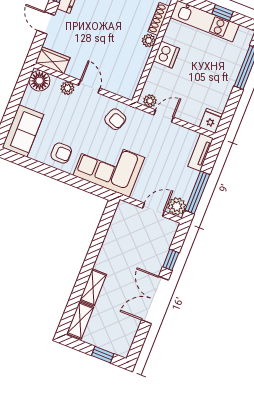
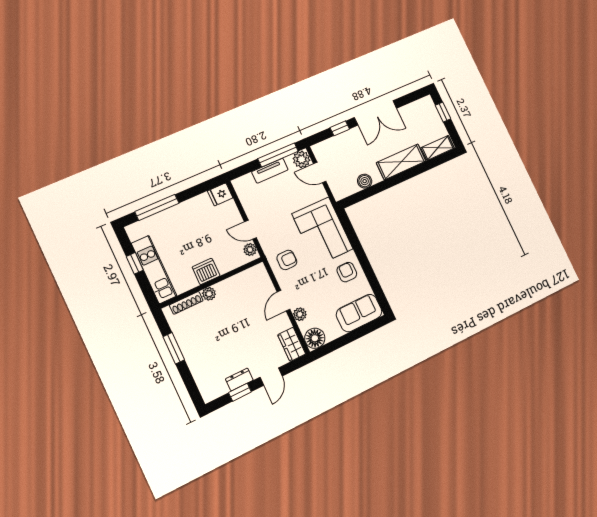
armchair: (115, 119) -> (287, 260), turned 70
tv unit: (201, 152) -> (270, 171), moved
boiler: (113, 237) -> (365, 181), added
shelving: (93, 287) -> (401, 162), width x1.50, depth x1.33

